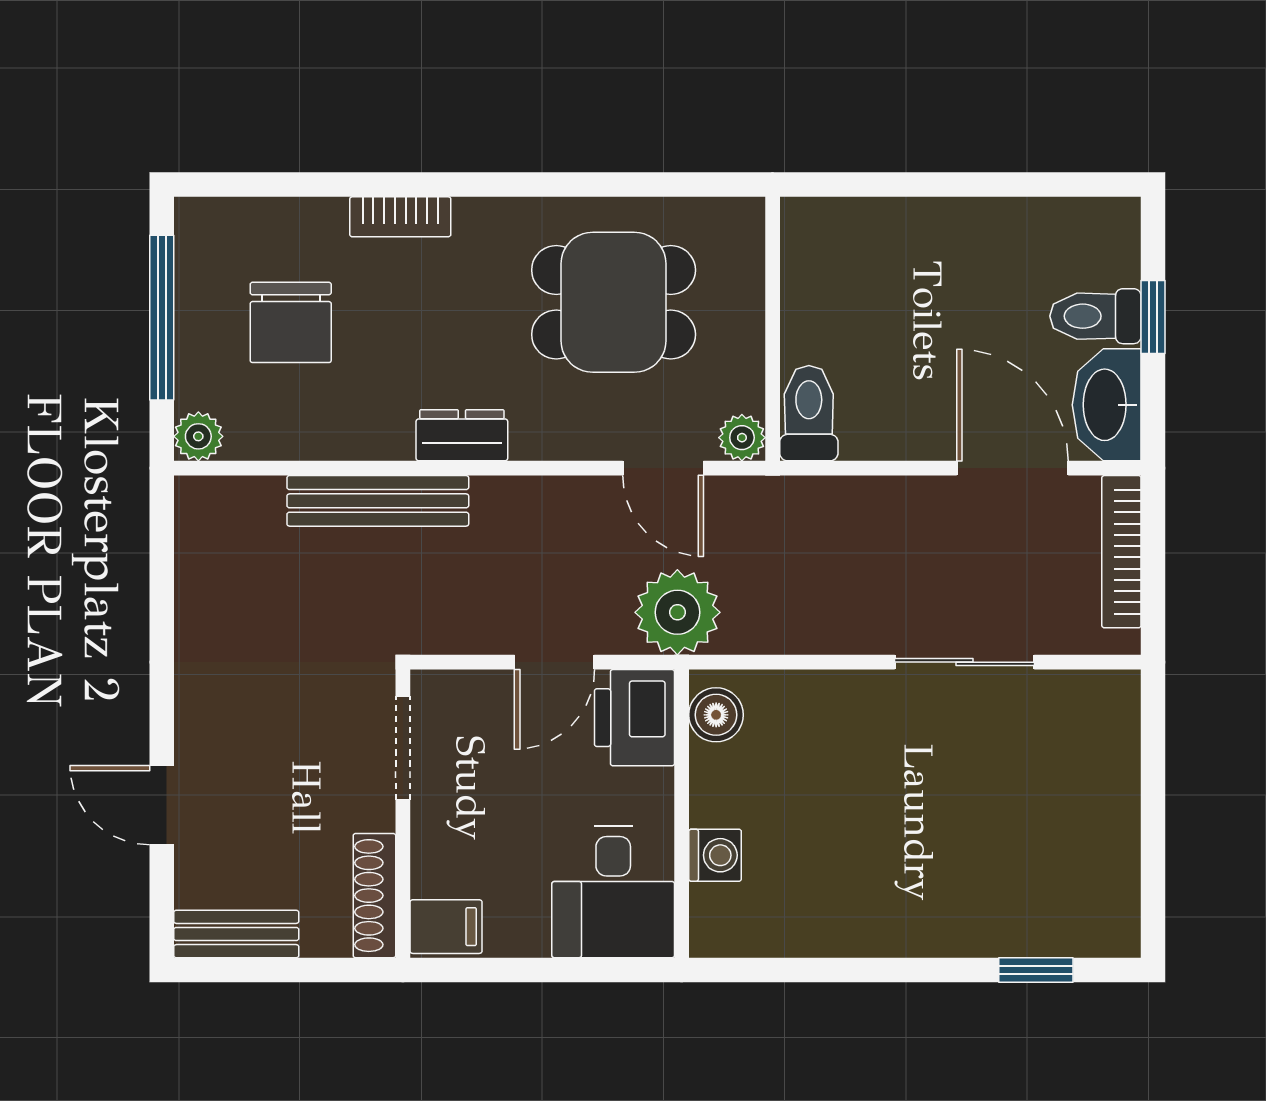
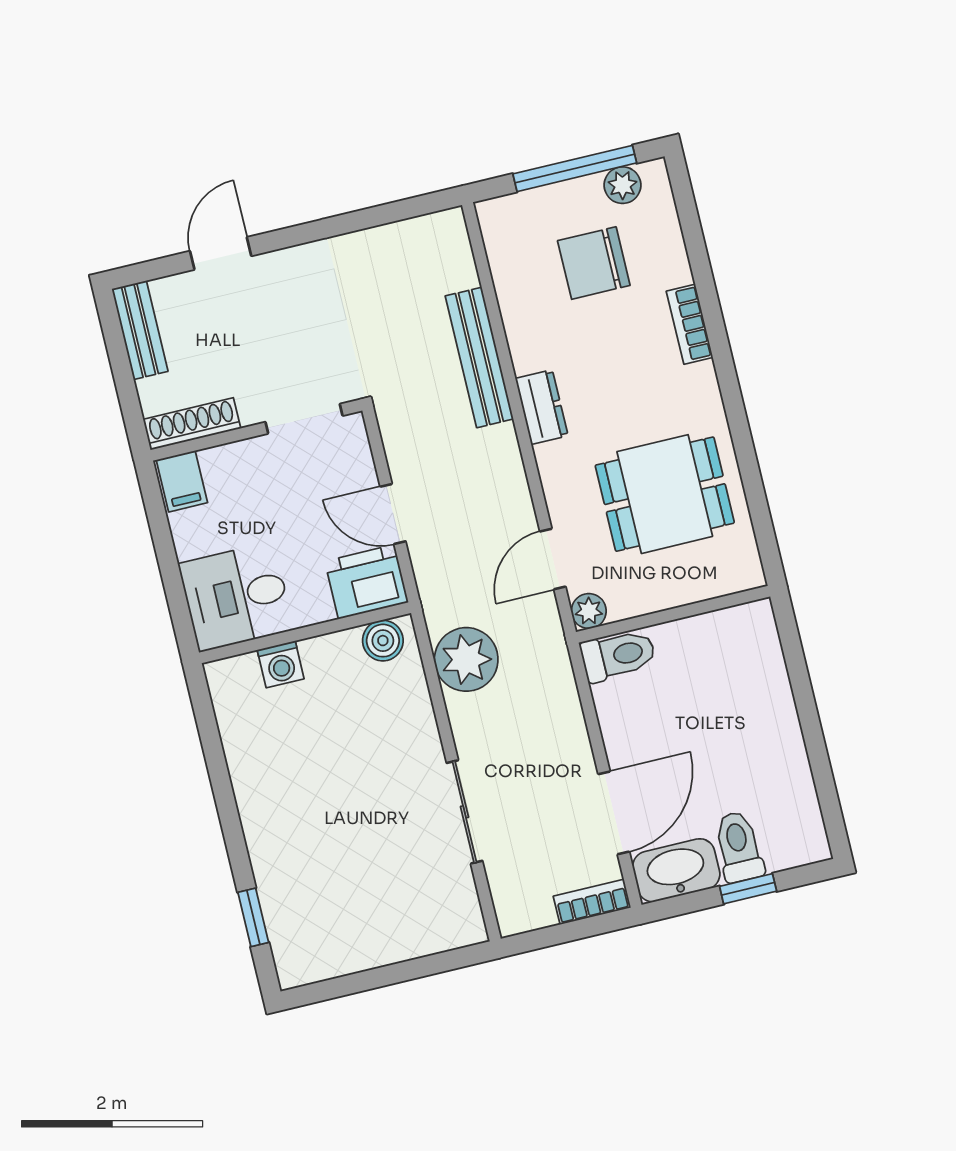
dining table: (614, 302) -> (665, 494), turned 90
plant: (198, 436) -> (623, 185), moved
bookcase: (1121, 552) -> (592, 902), width x0.64
plant: (677, 612) -> (466, 659), moved

